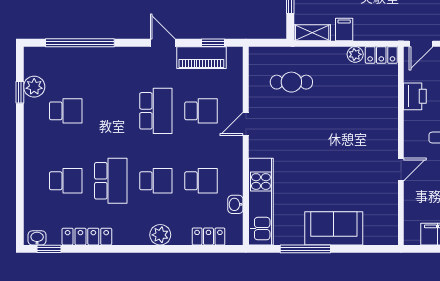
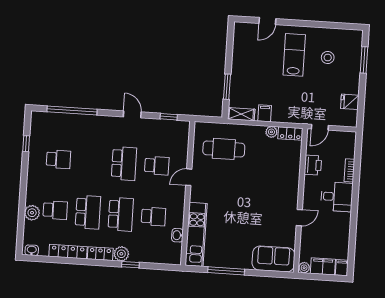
piano: (201, 58) -> (160, 127), removed
cafe table: (291, 82) -> (224, 149), width x1.37, depth x1.35
plant: (34, 87) -> (32, 213), moved
school desk: (156, 181) -> (121, 214), width x1.85
sofa: (334, 228) -> (273, 259), moved
locker: (208, 236) -> (100, 254), moved
plant: (412, 238) -> (304, 268), added
window: (49, 249) -> (130, 265), moved

